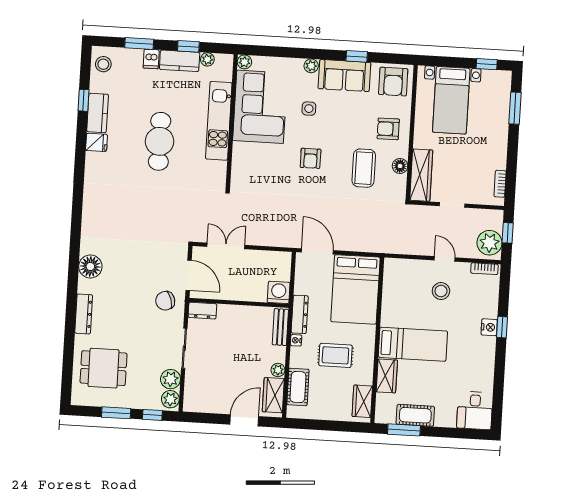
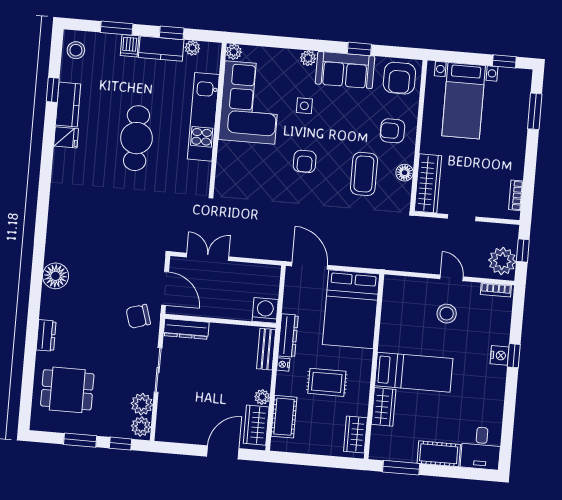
dresser: (202, 311) -> (186, 329), width x1.44
dresser: (84, 314) -> (46, 335), width x0.70
cot: (415, 415) -> (439, 454), moved

